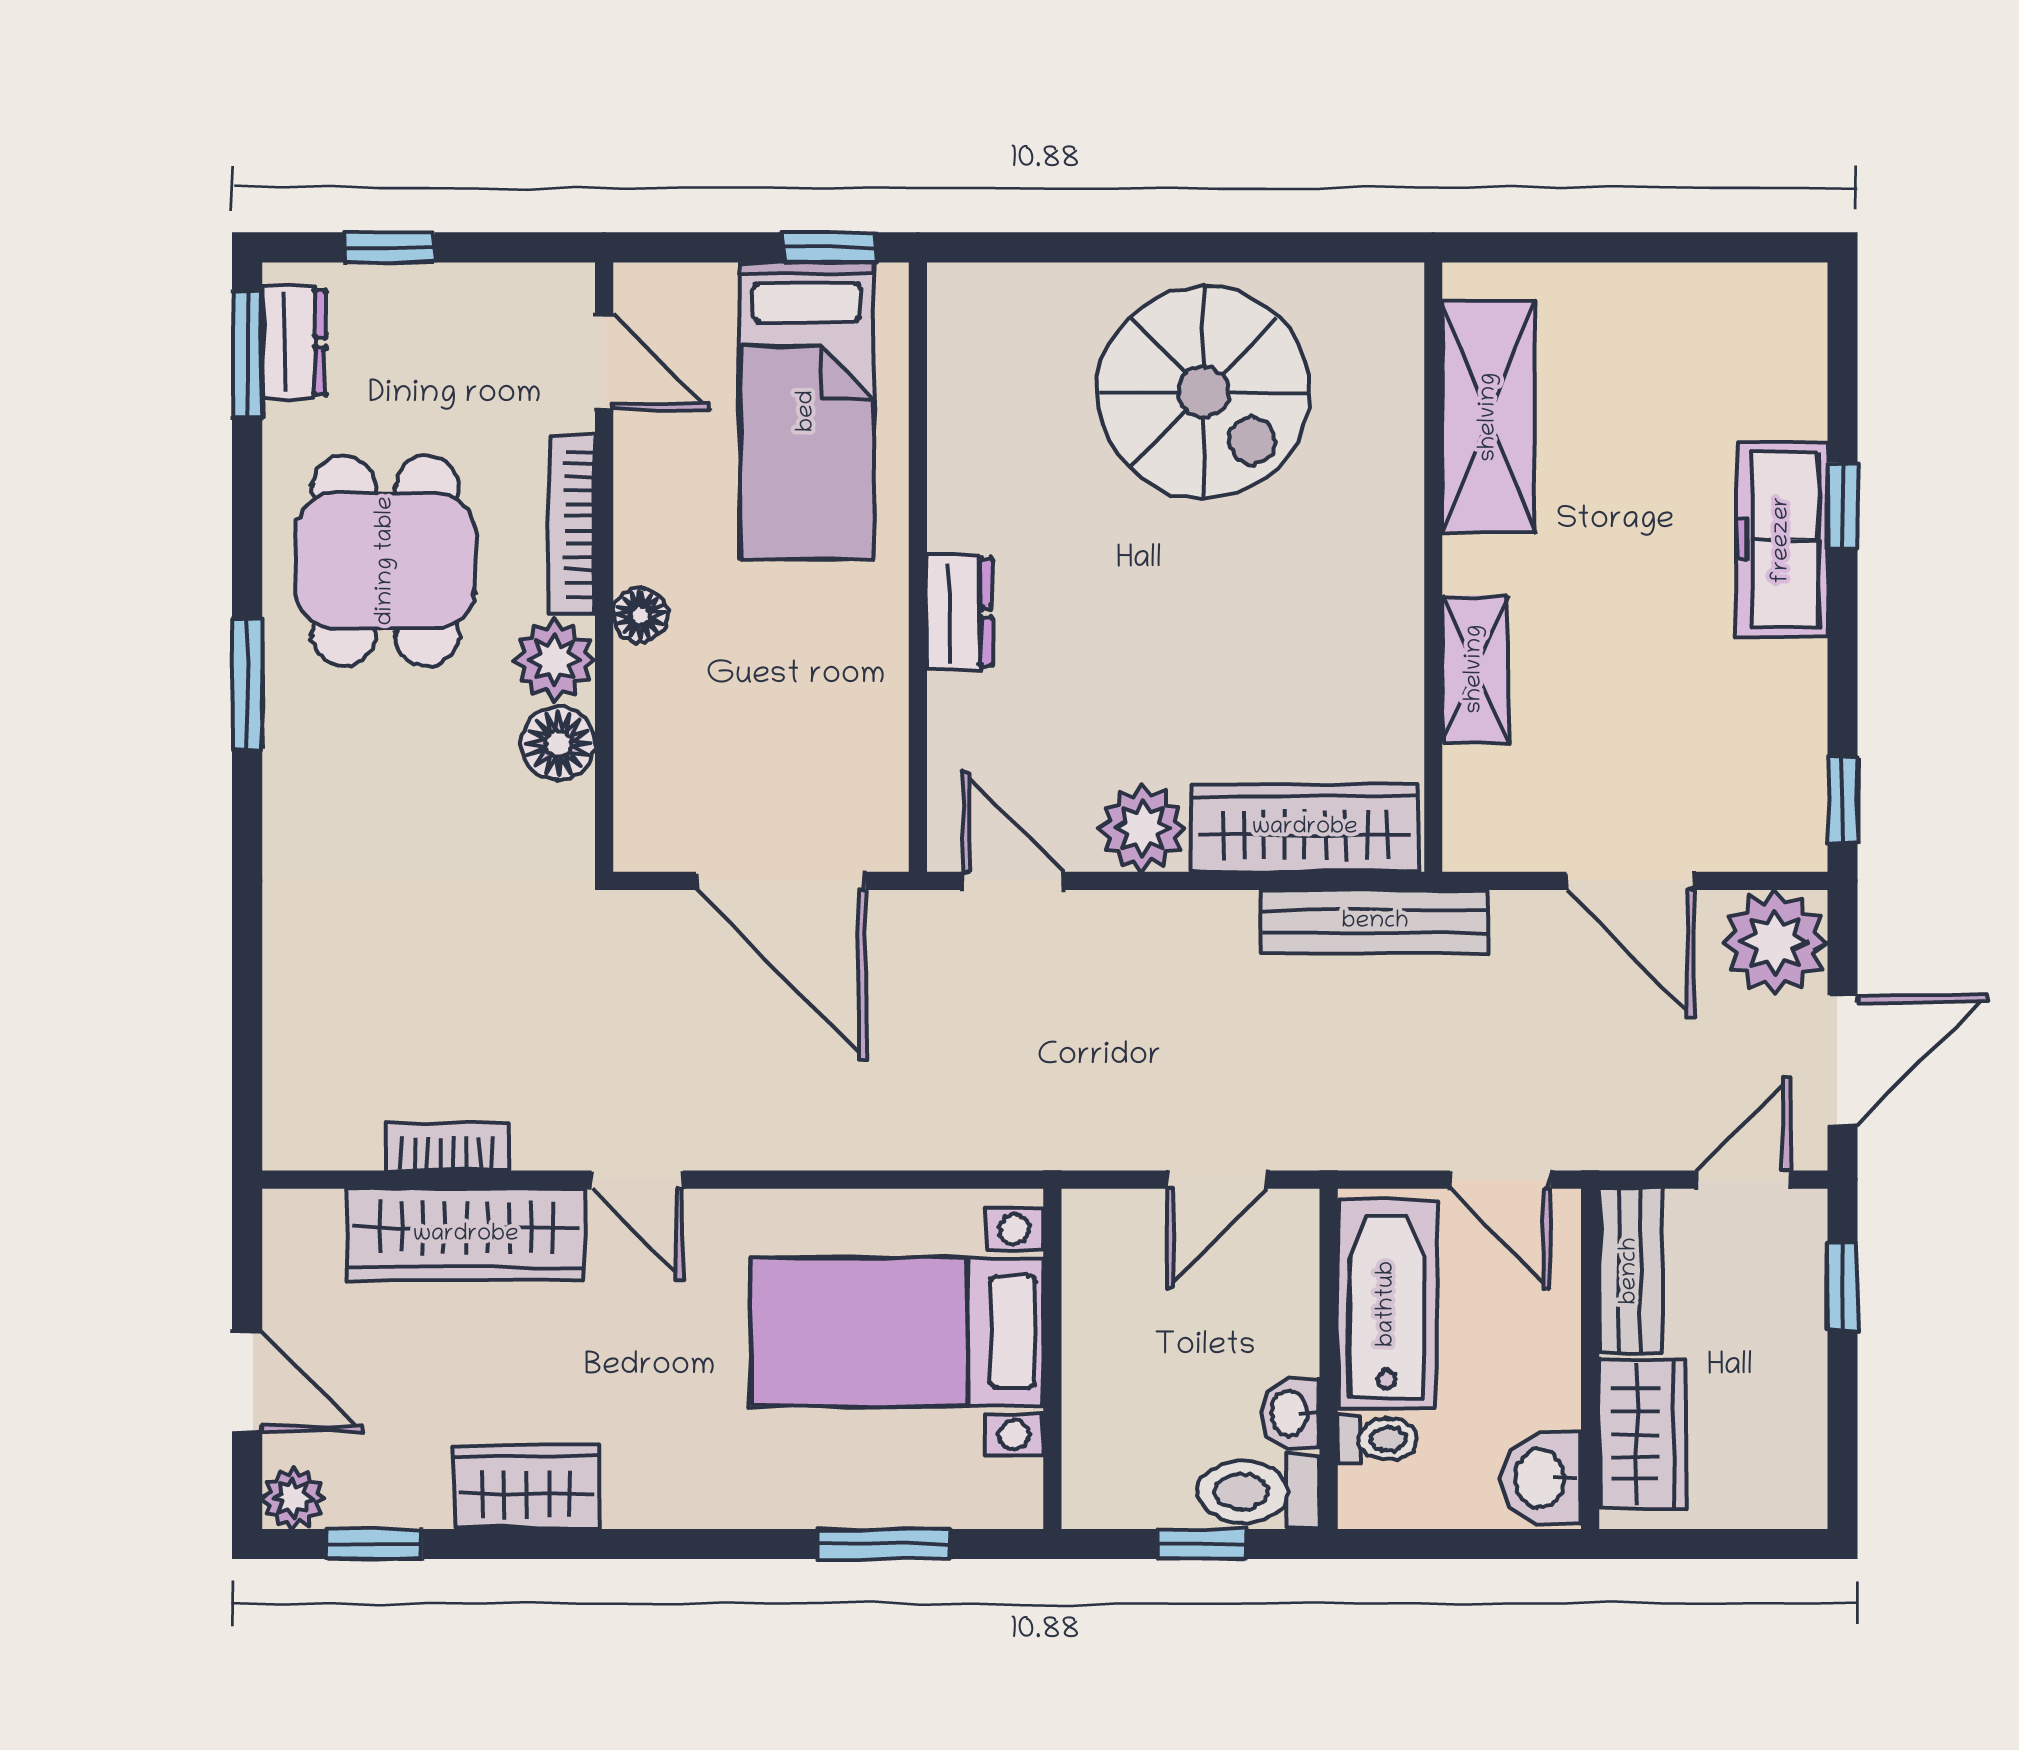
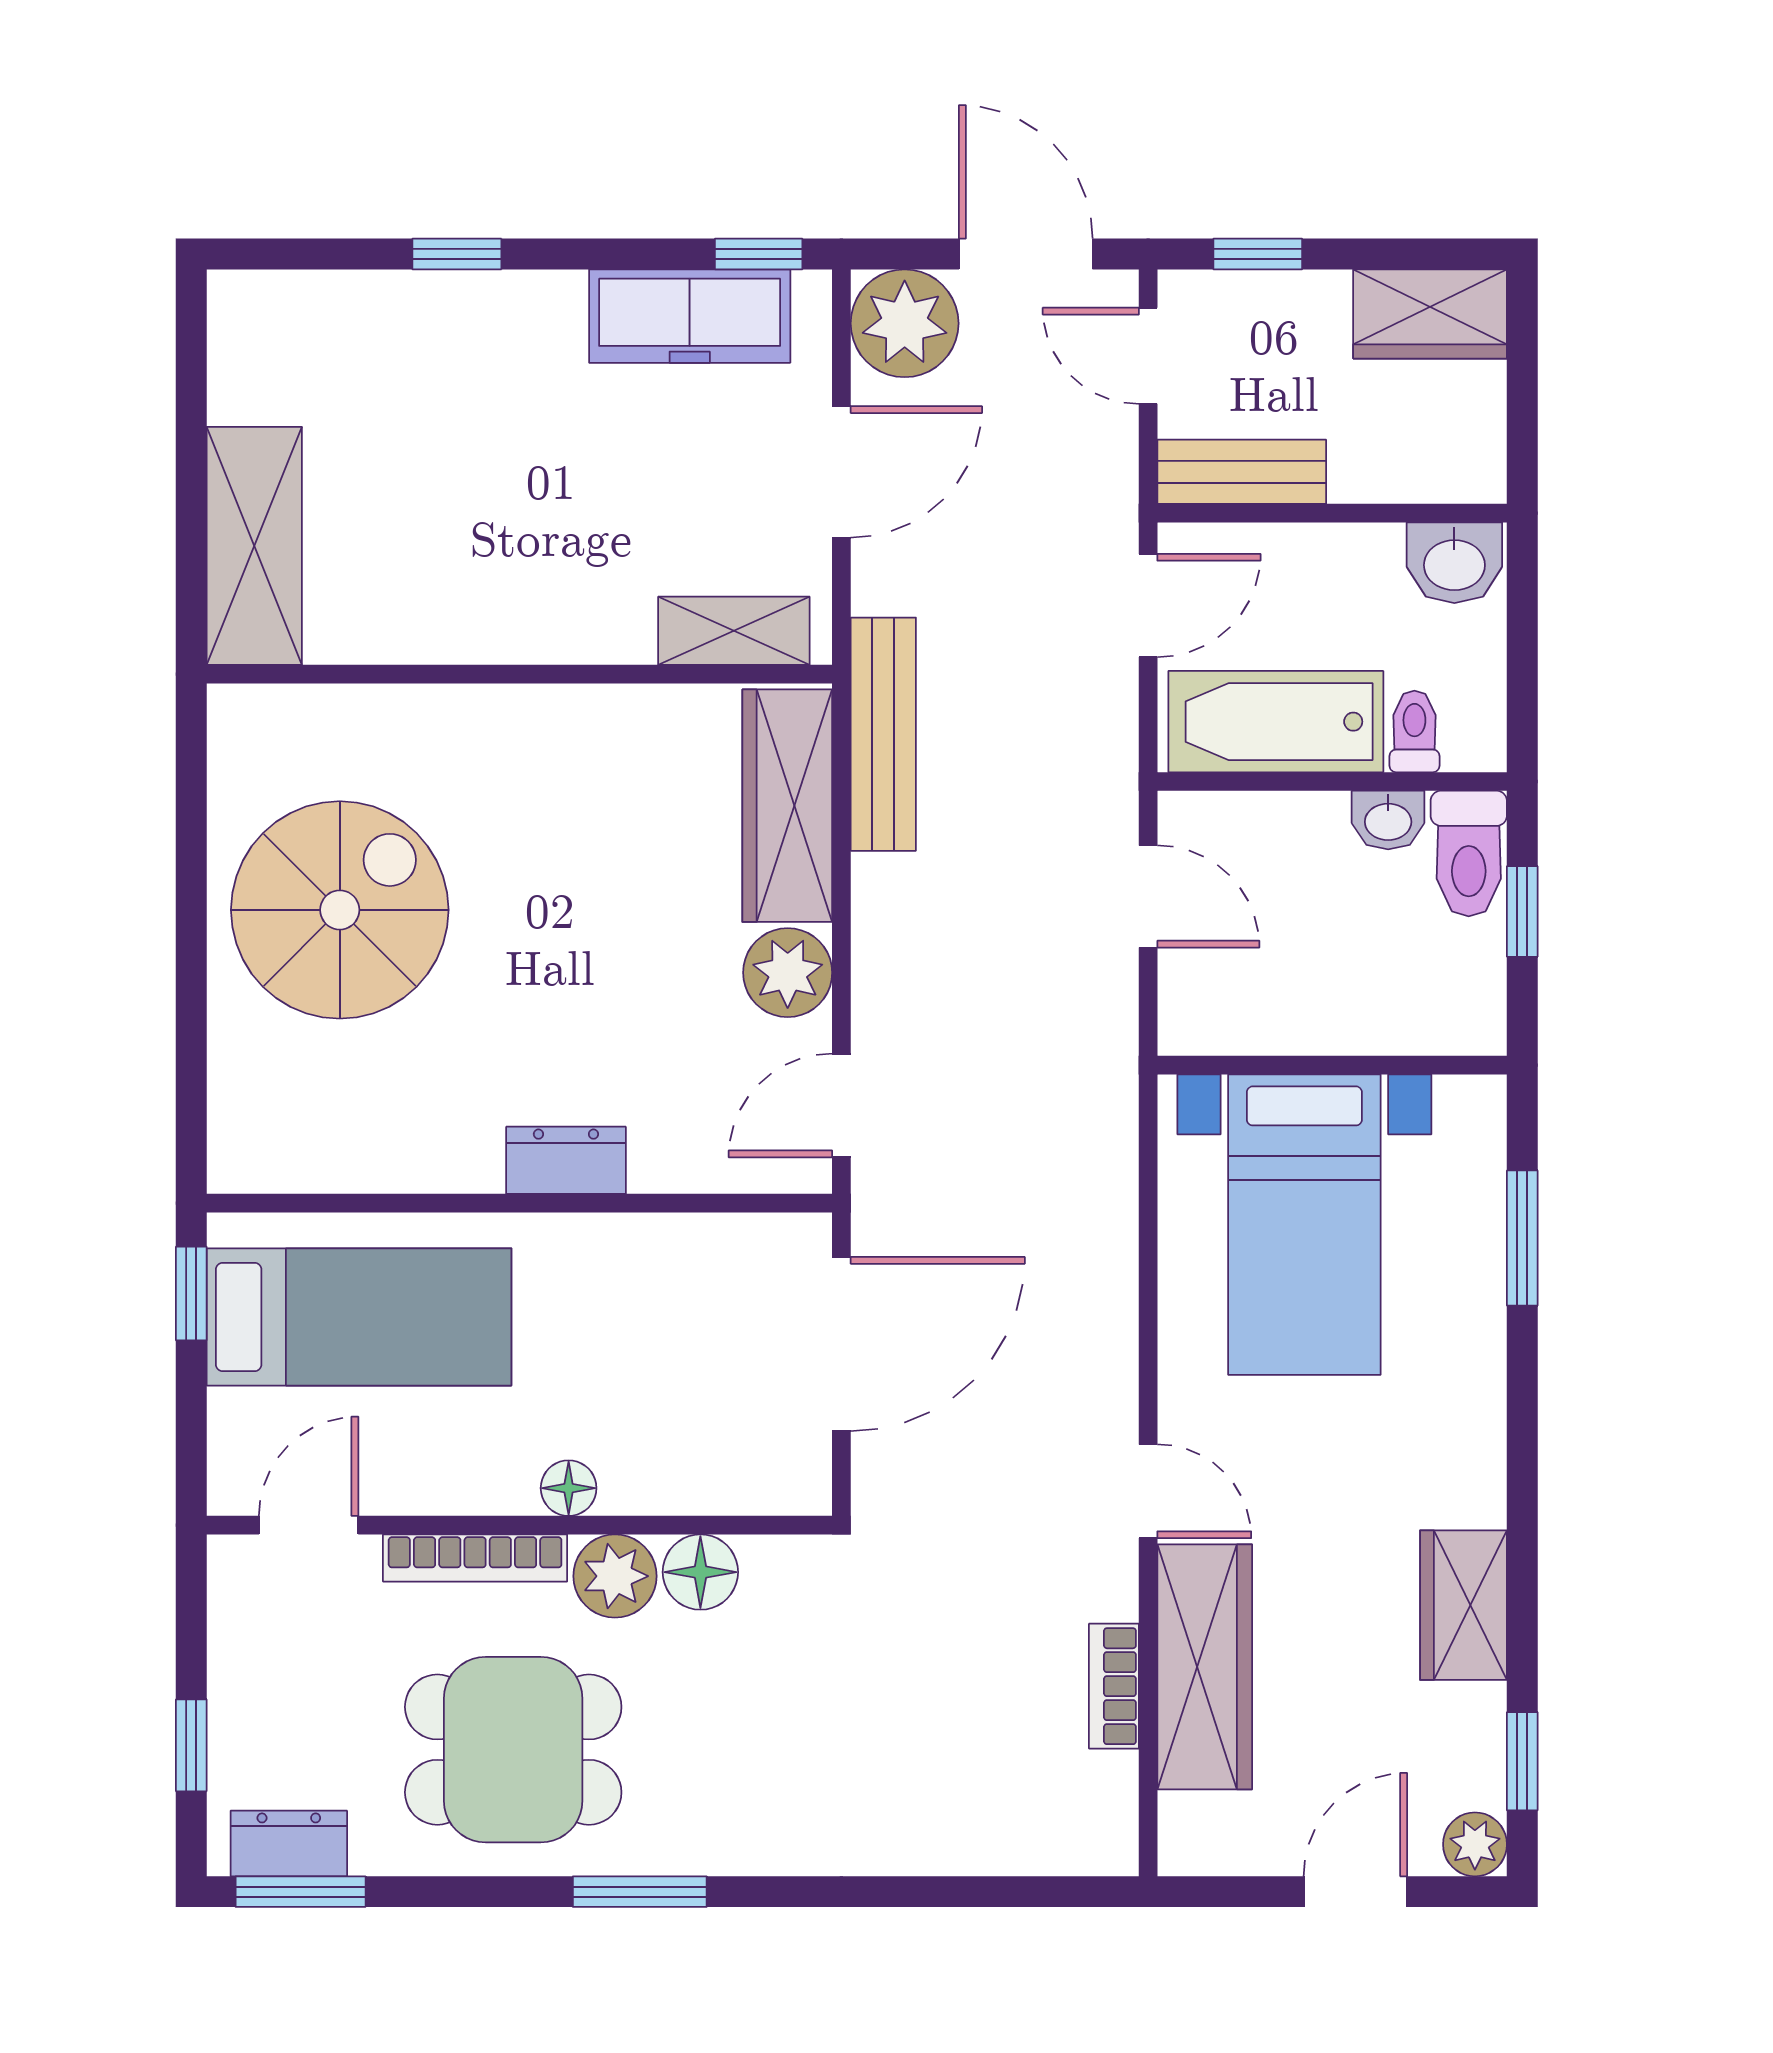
shelving: (1489, 417) -> (254, 546), moved, turned 90
freezer: (1782, 540) -> (690, 316), moved
shelving: (1475, 669) -> (734, 631), moved
door: (637, 1180) -> (1148, 1491), hinge flipped
wardrobe: (1642, 1434) -> (1430, 314), moved, turned 180

